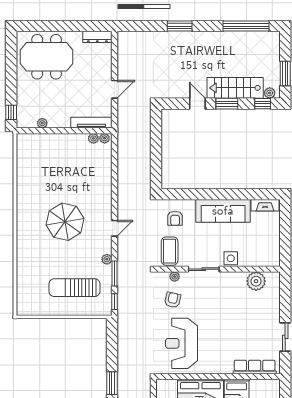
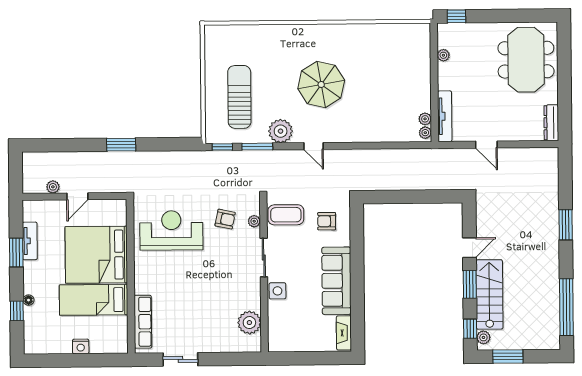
plant: (107, 259) -> (281, 131), width x1.87, depth x1.87

